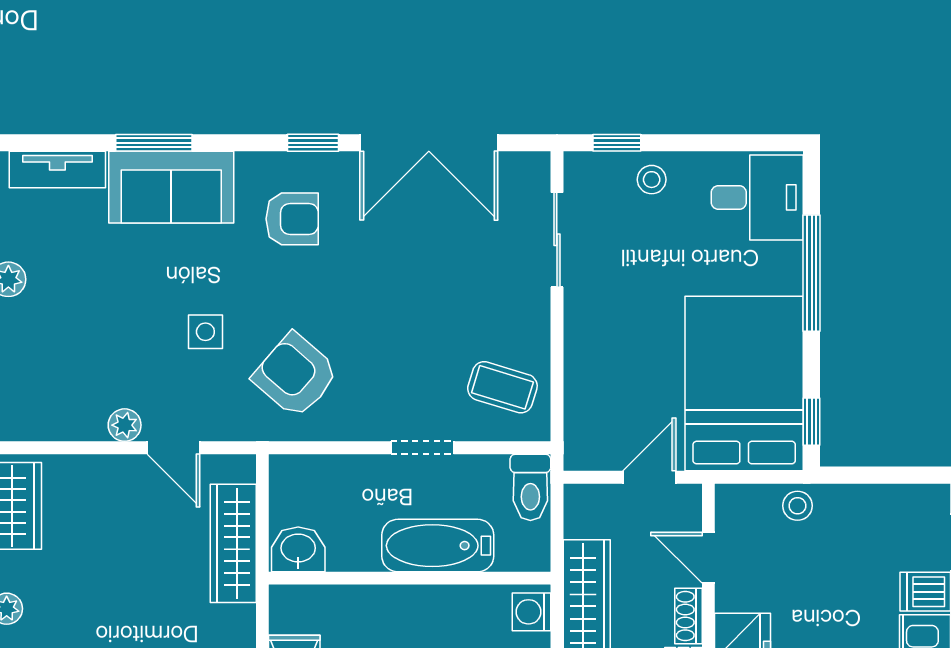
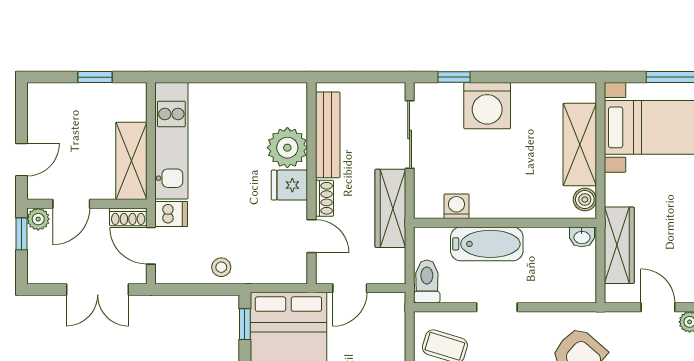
stool: (798, 506) -> (221, 267), moved
washbasin: (298, 549) -> (582, 237), width x0.72, depth x0.69
washing machine: (532, 612) -> (456, 206), moved, turned -90
boiler: (286, 614) -> (585, 200), added

